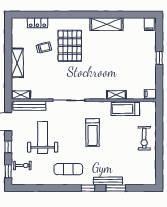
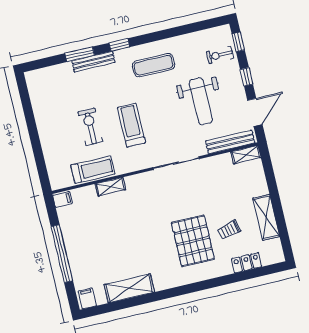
shelving: (107, 24) -> (129, 288), moved
window: (159, 58) -> (62, 254), width x3.17
shelving: (17, 63) -> (266, 217), moved
exercise bike: (144, 138) -> (90, 127), moved

